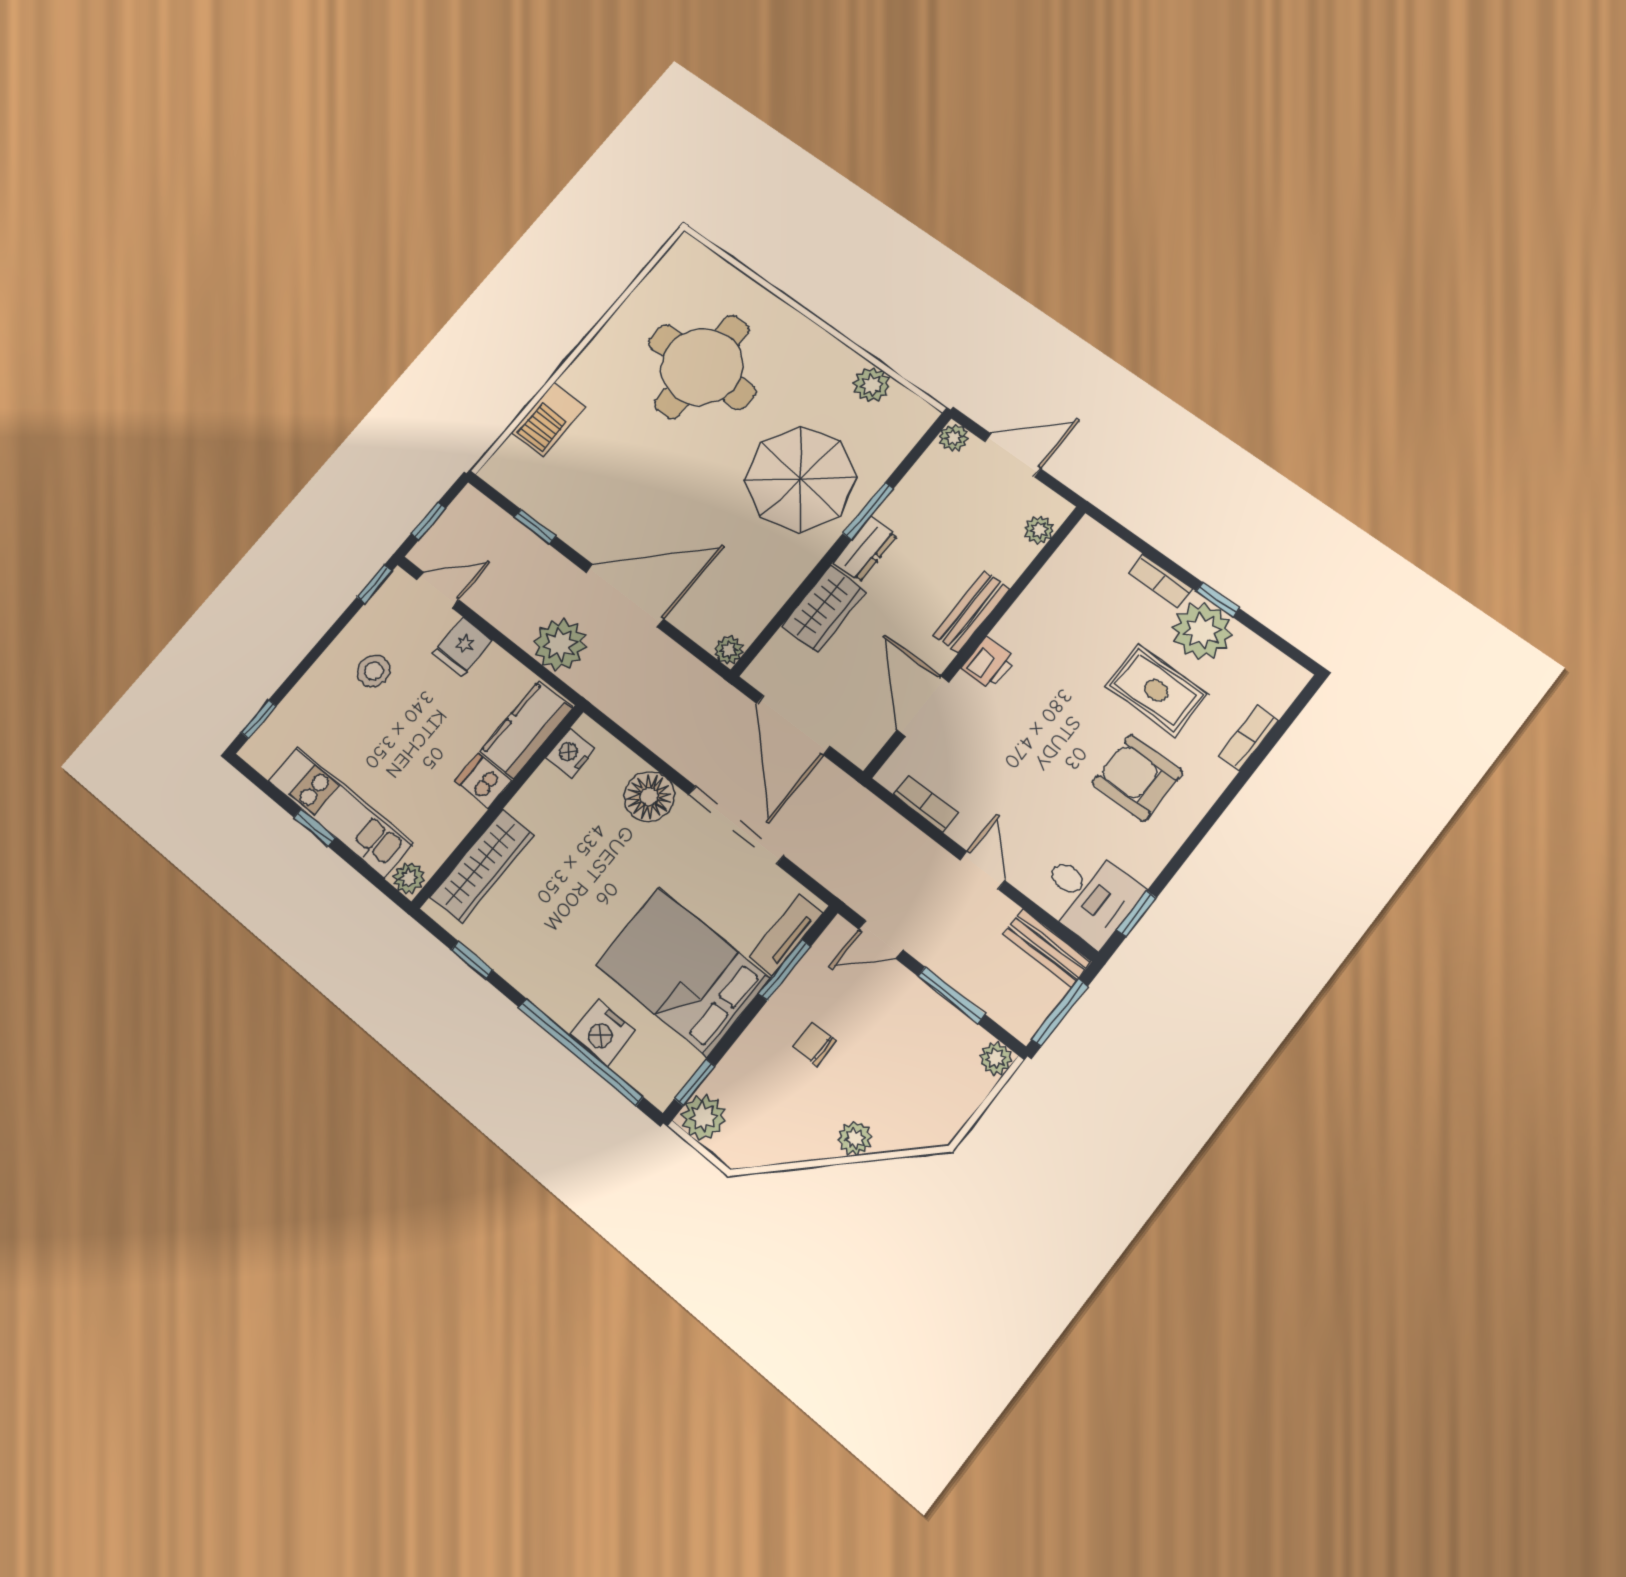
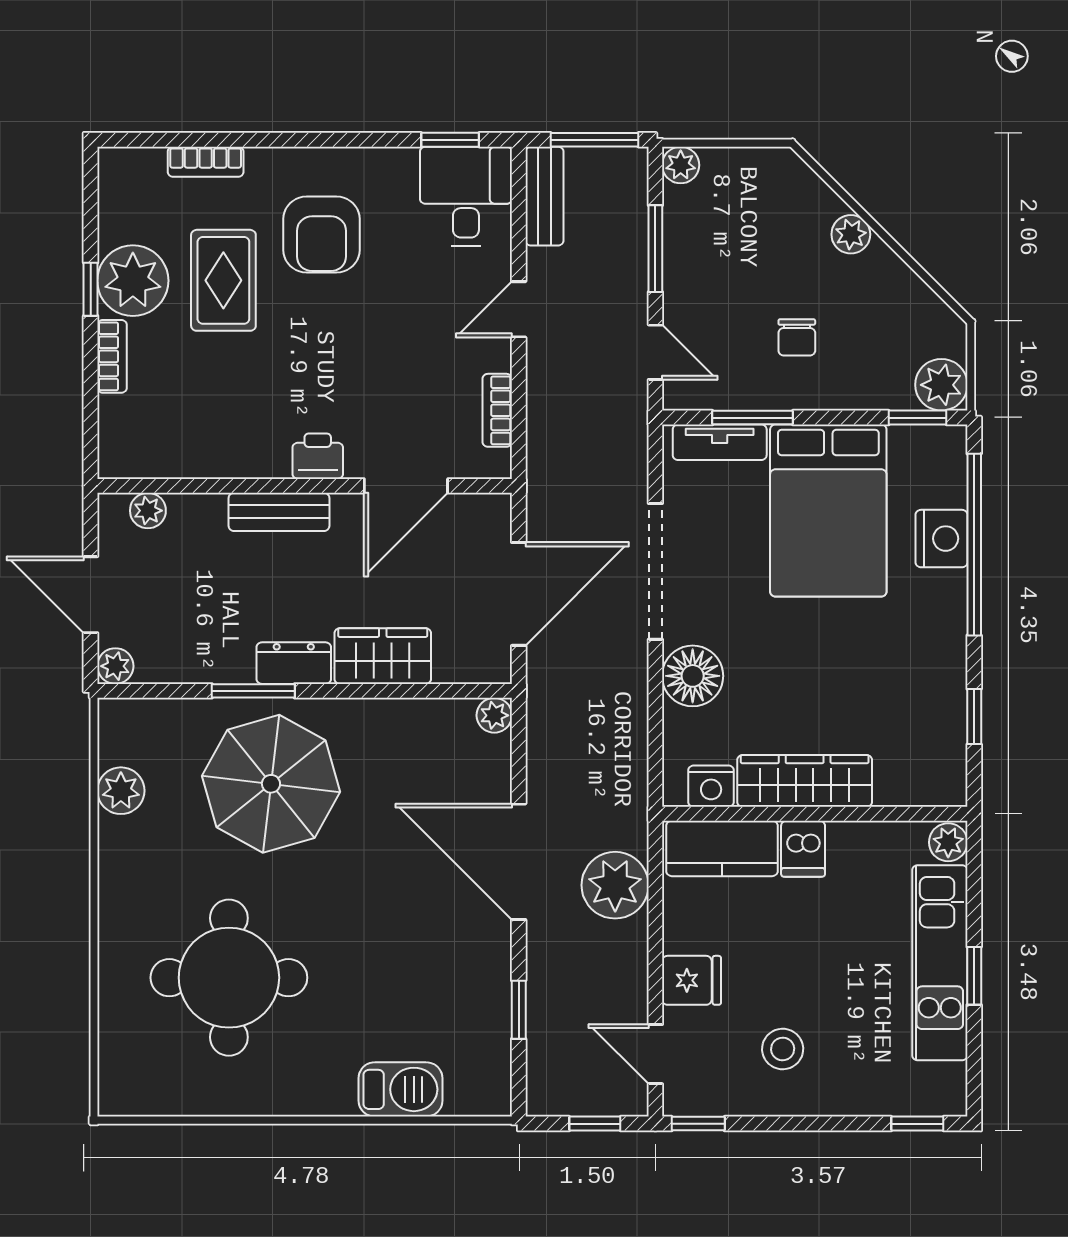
wardrobe: (482, 866) -> (805, 781), moved

